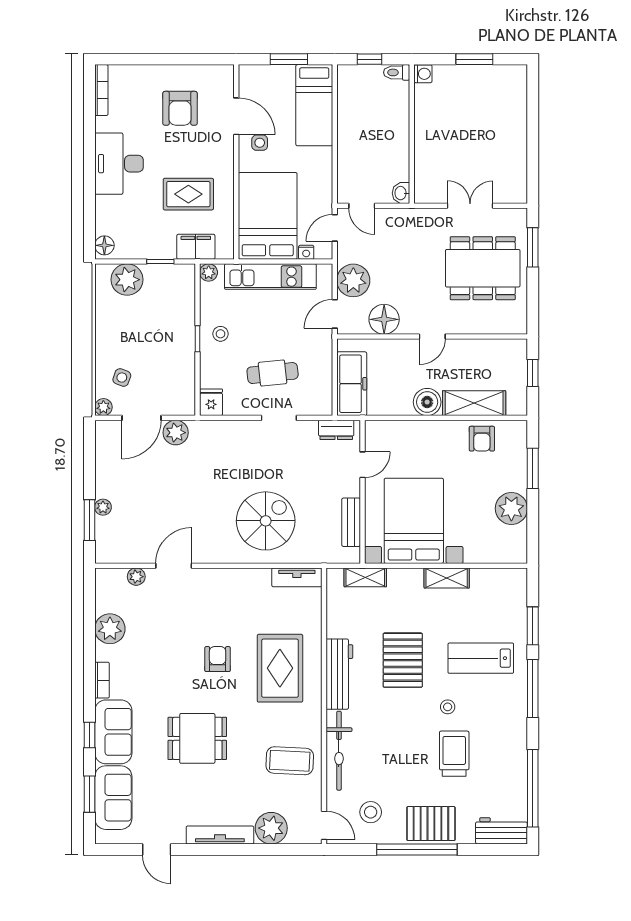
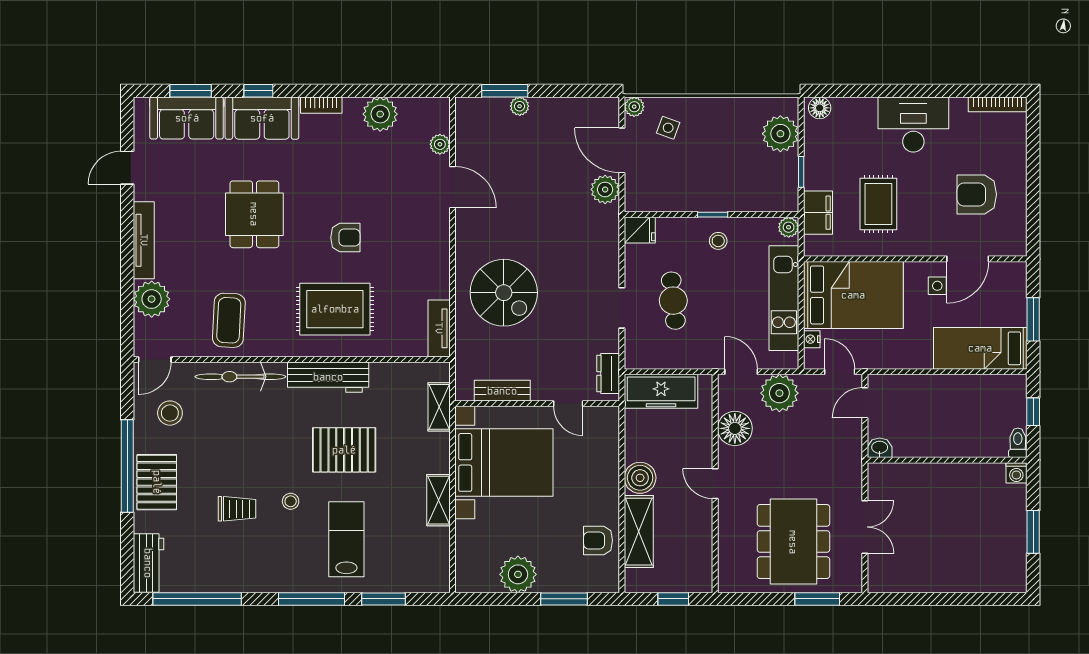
trolley: (454, 754) -> (237, 509), width x0.73, depth x0.72

